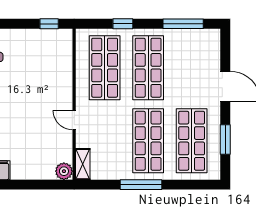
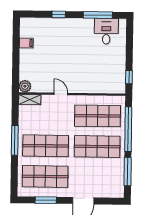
window: (123, 24) -> (128, 129), width x3.17
door: (74, 120) -> (61, 94), hinge flipped

